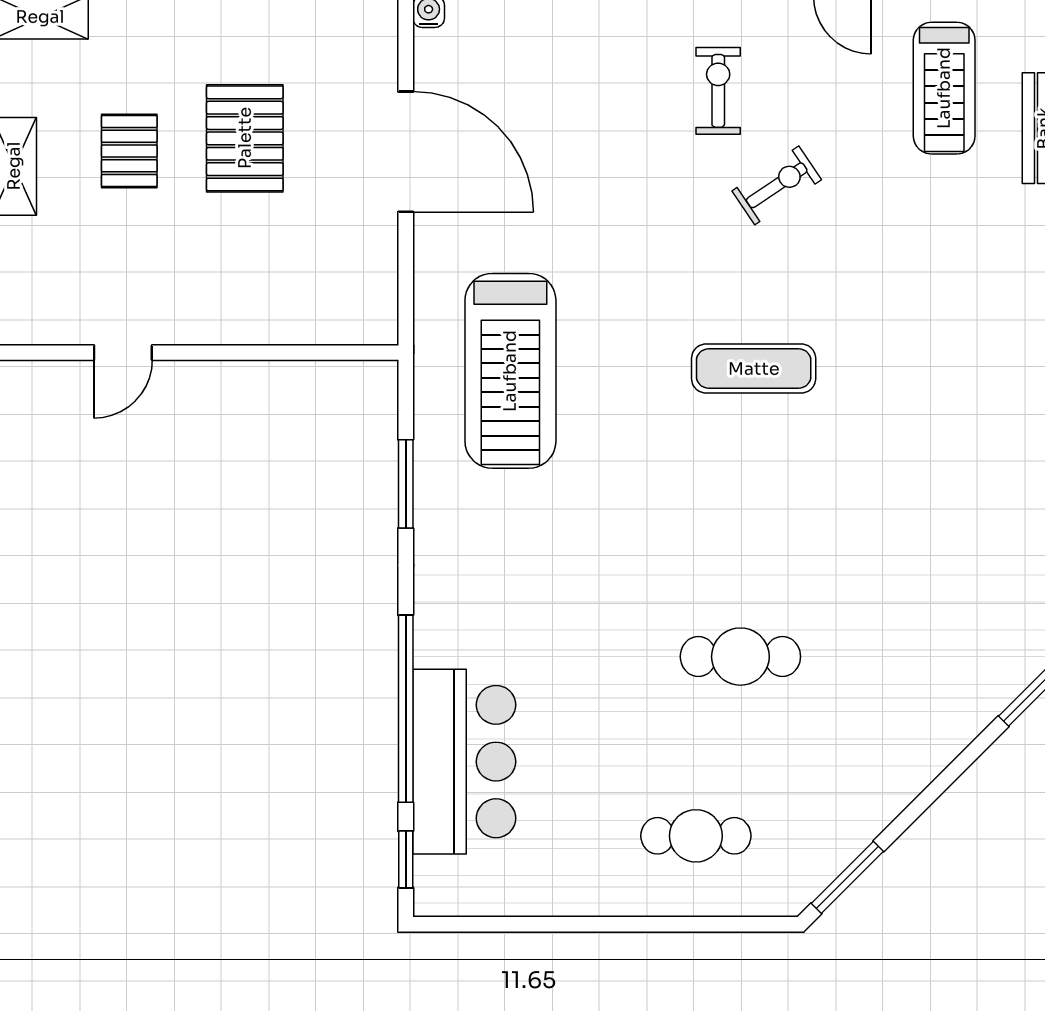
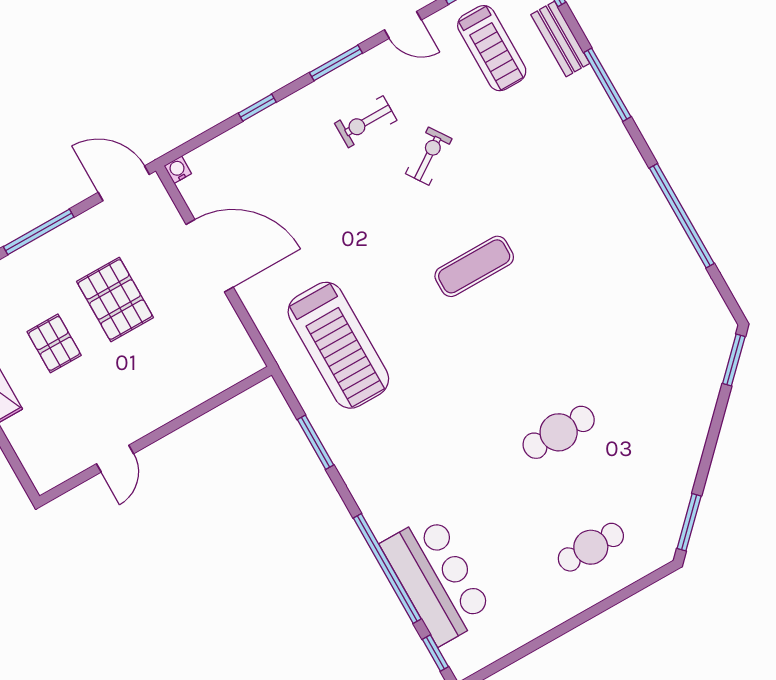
exercise bike: (718, 91) -> (366, 122), turned -90

